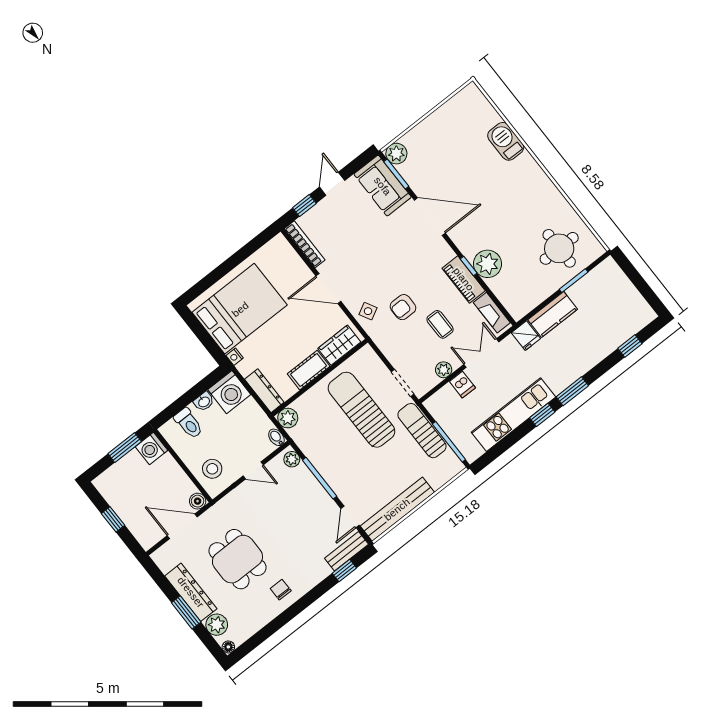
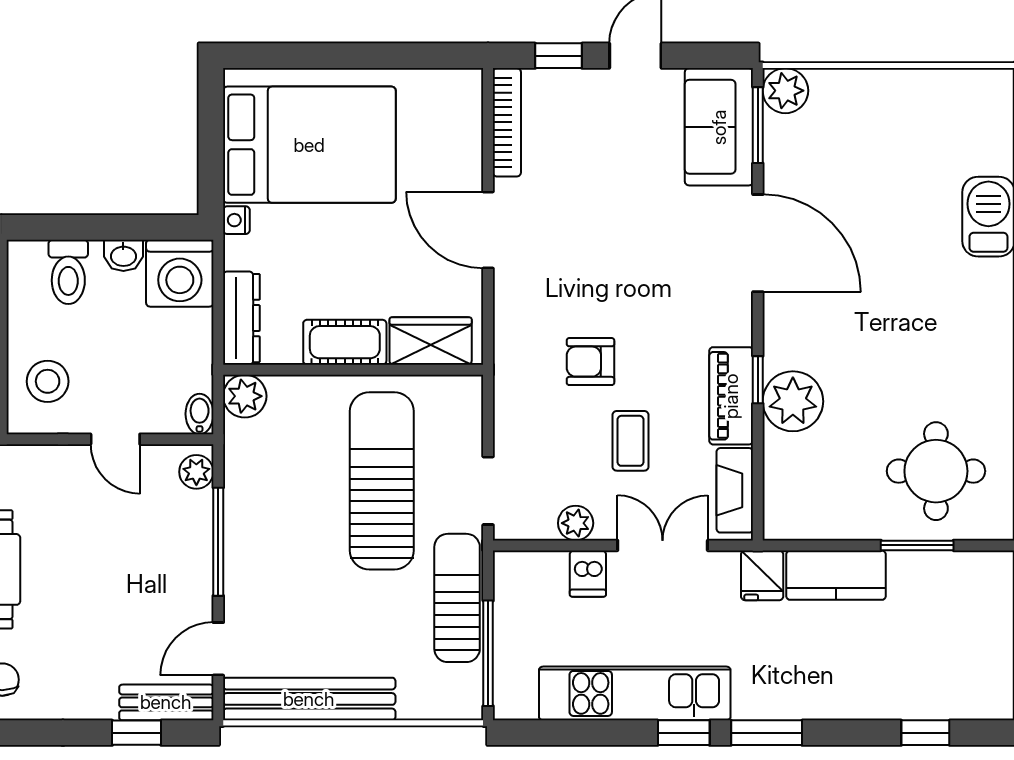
side table: (368, 311) -> (525, 321), removed

